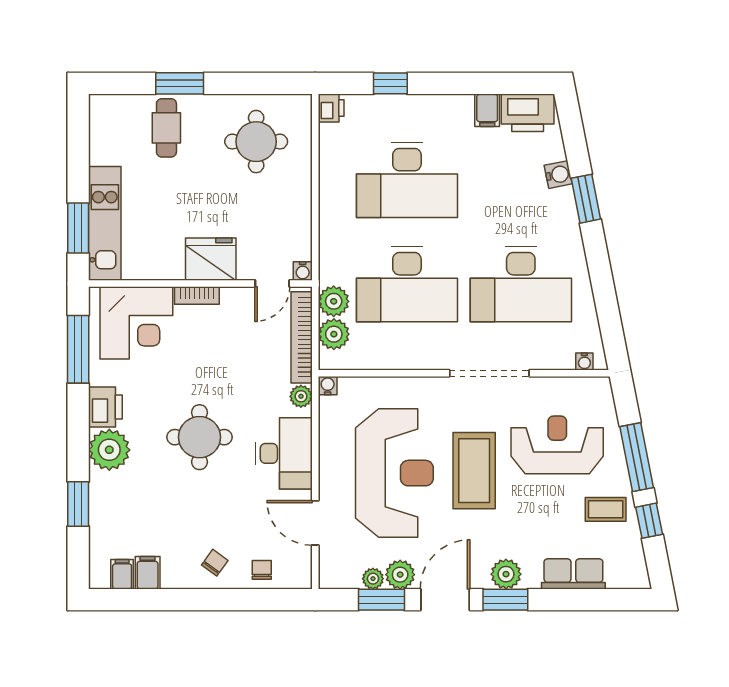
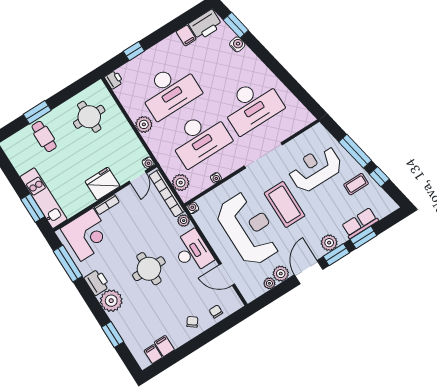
window: (586, 199) -> (236, 25), moved
plant: (334, 301) -> (144, 124), moved
water cooler: (584, 362) -> (216, 178), moved
window: (381, 600) -> (363, 237), moved

